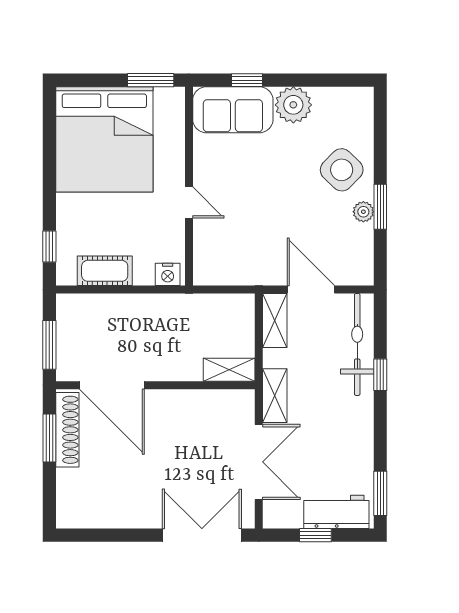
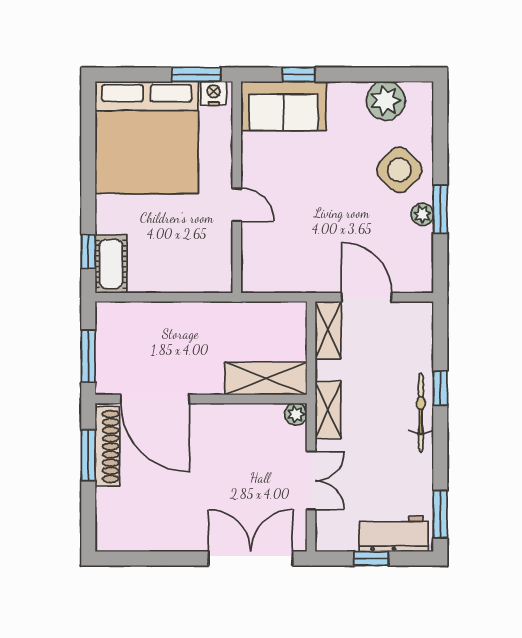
plant: (293, 105) -> (386, 101), moved
cot: (105, 271) -> (111, 264), moved, turned 90
nightstand: (168, 274) -> (214, 93), moved, turned 180
bicycle: (357, 344) -> (421, 413), moved, width x0.73, depth x0.71
shelving: (229, 370) -> (266, 378), width x1.50, depth x1.33
plant: (244, 400) -> (296, 414), added
double door: (259, 462) -> (311, 481), width x0.73

